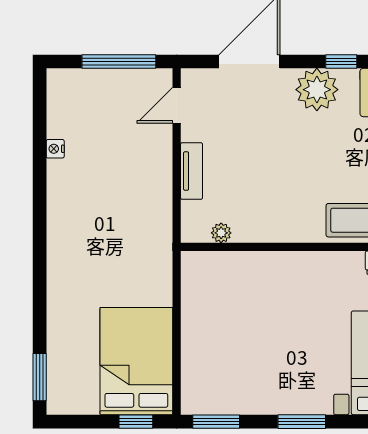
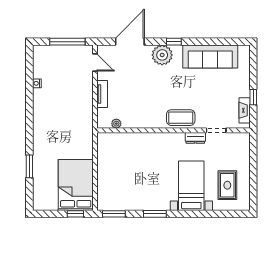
door: (177, 105) -> (95, 62), swing flipped
window: (40, 377) -> (29, 166), moved

